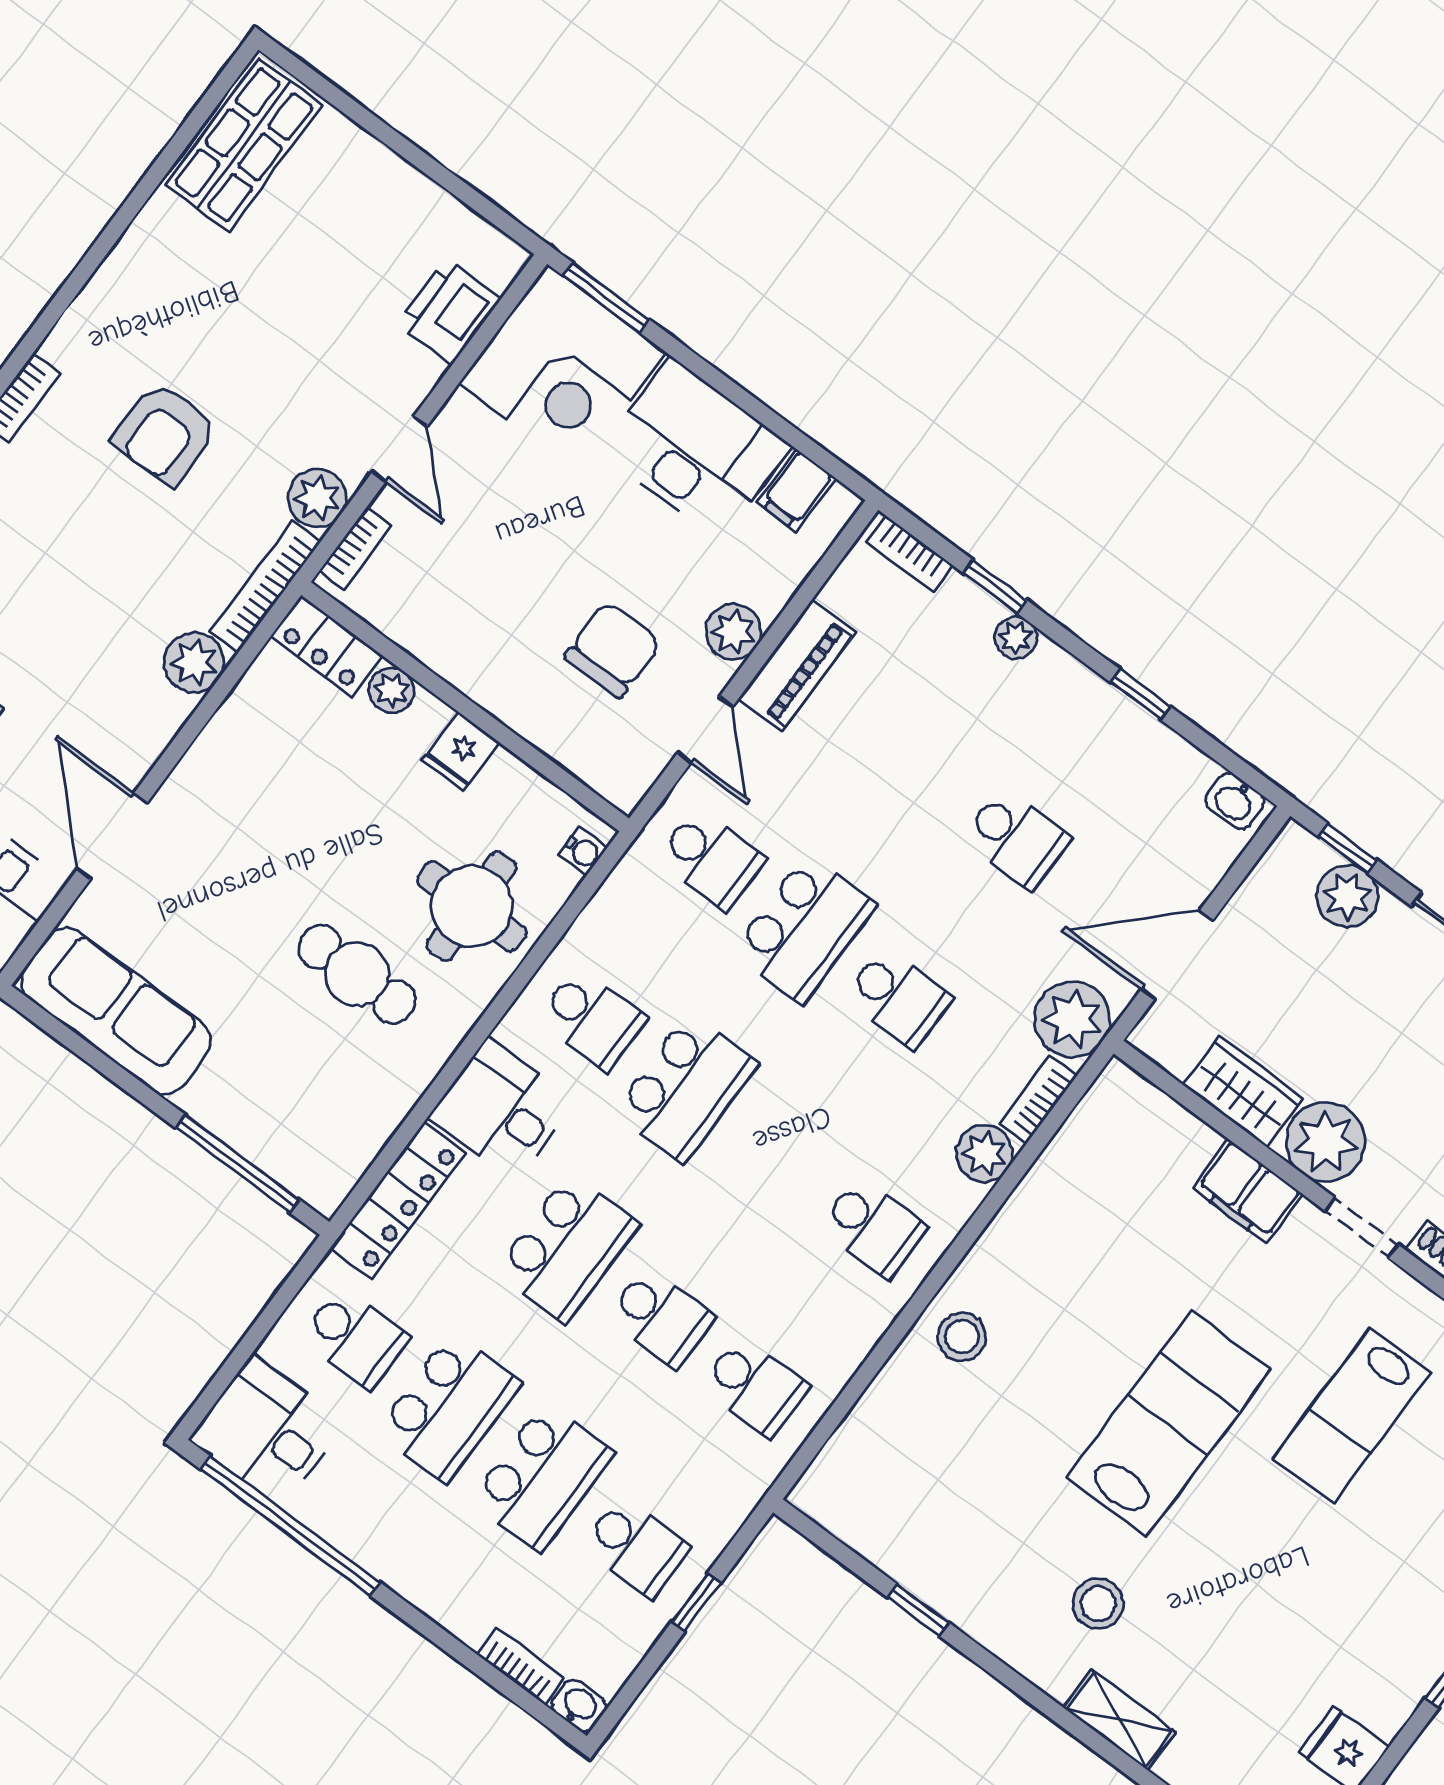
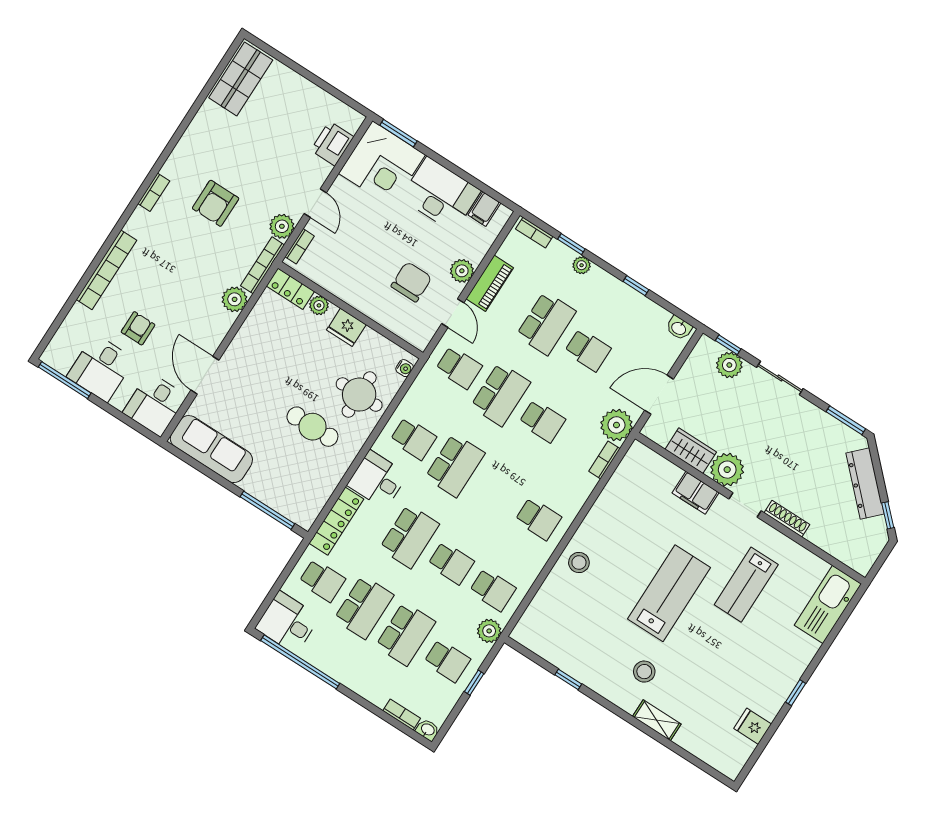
fridge: (461, 752) -> (346, 327), width x1.38
school desk: (923, 769) -> (546, 323), added
plant: (985, 1153) -> (489, 631), moved

